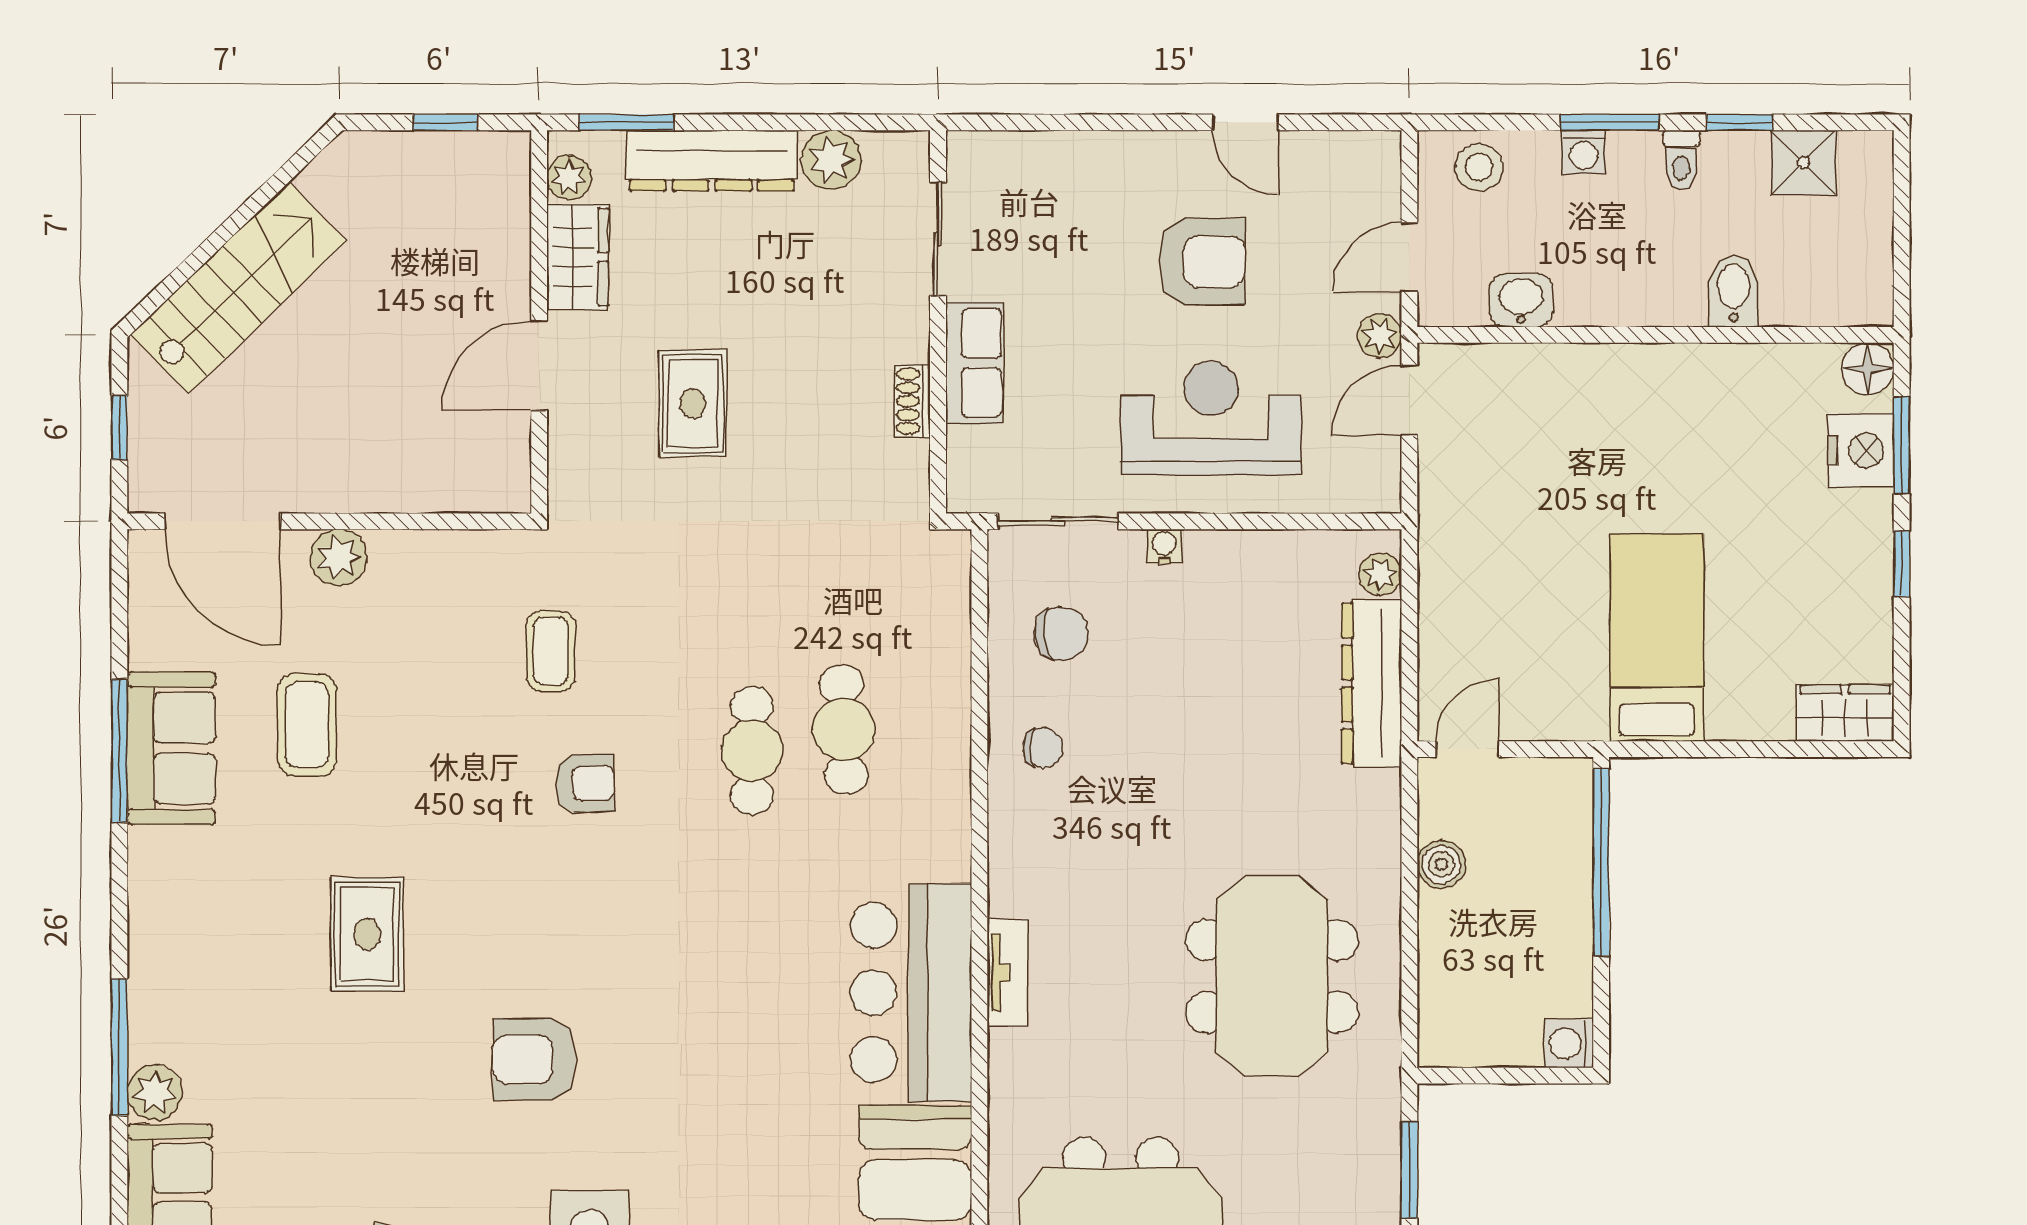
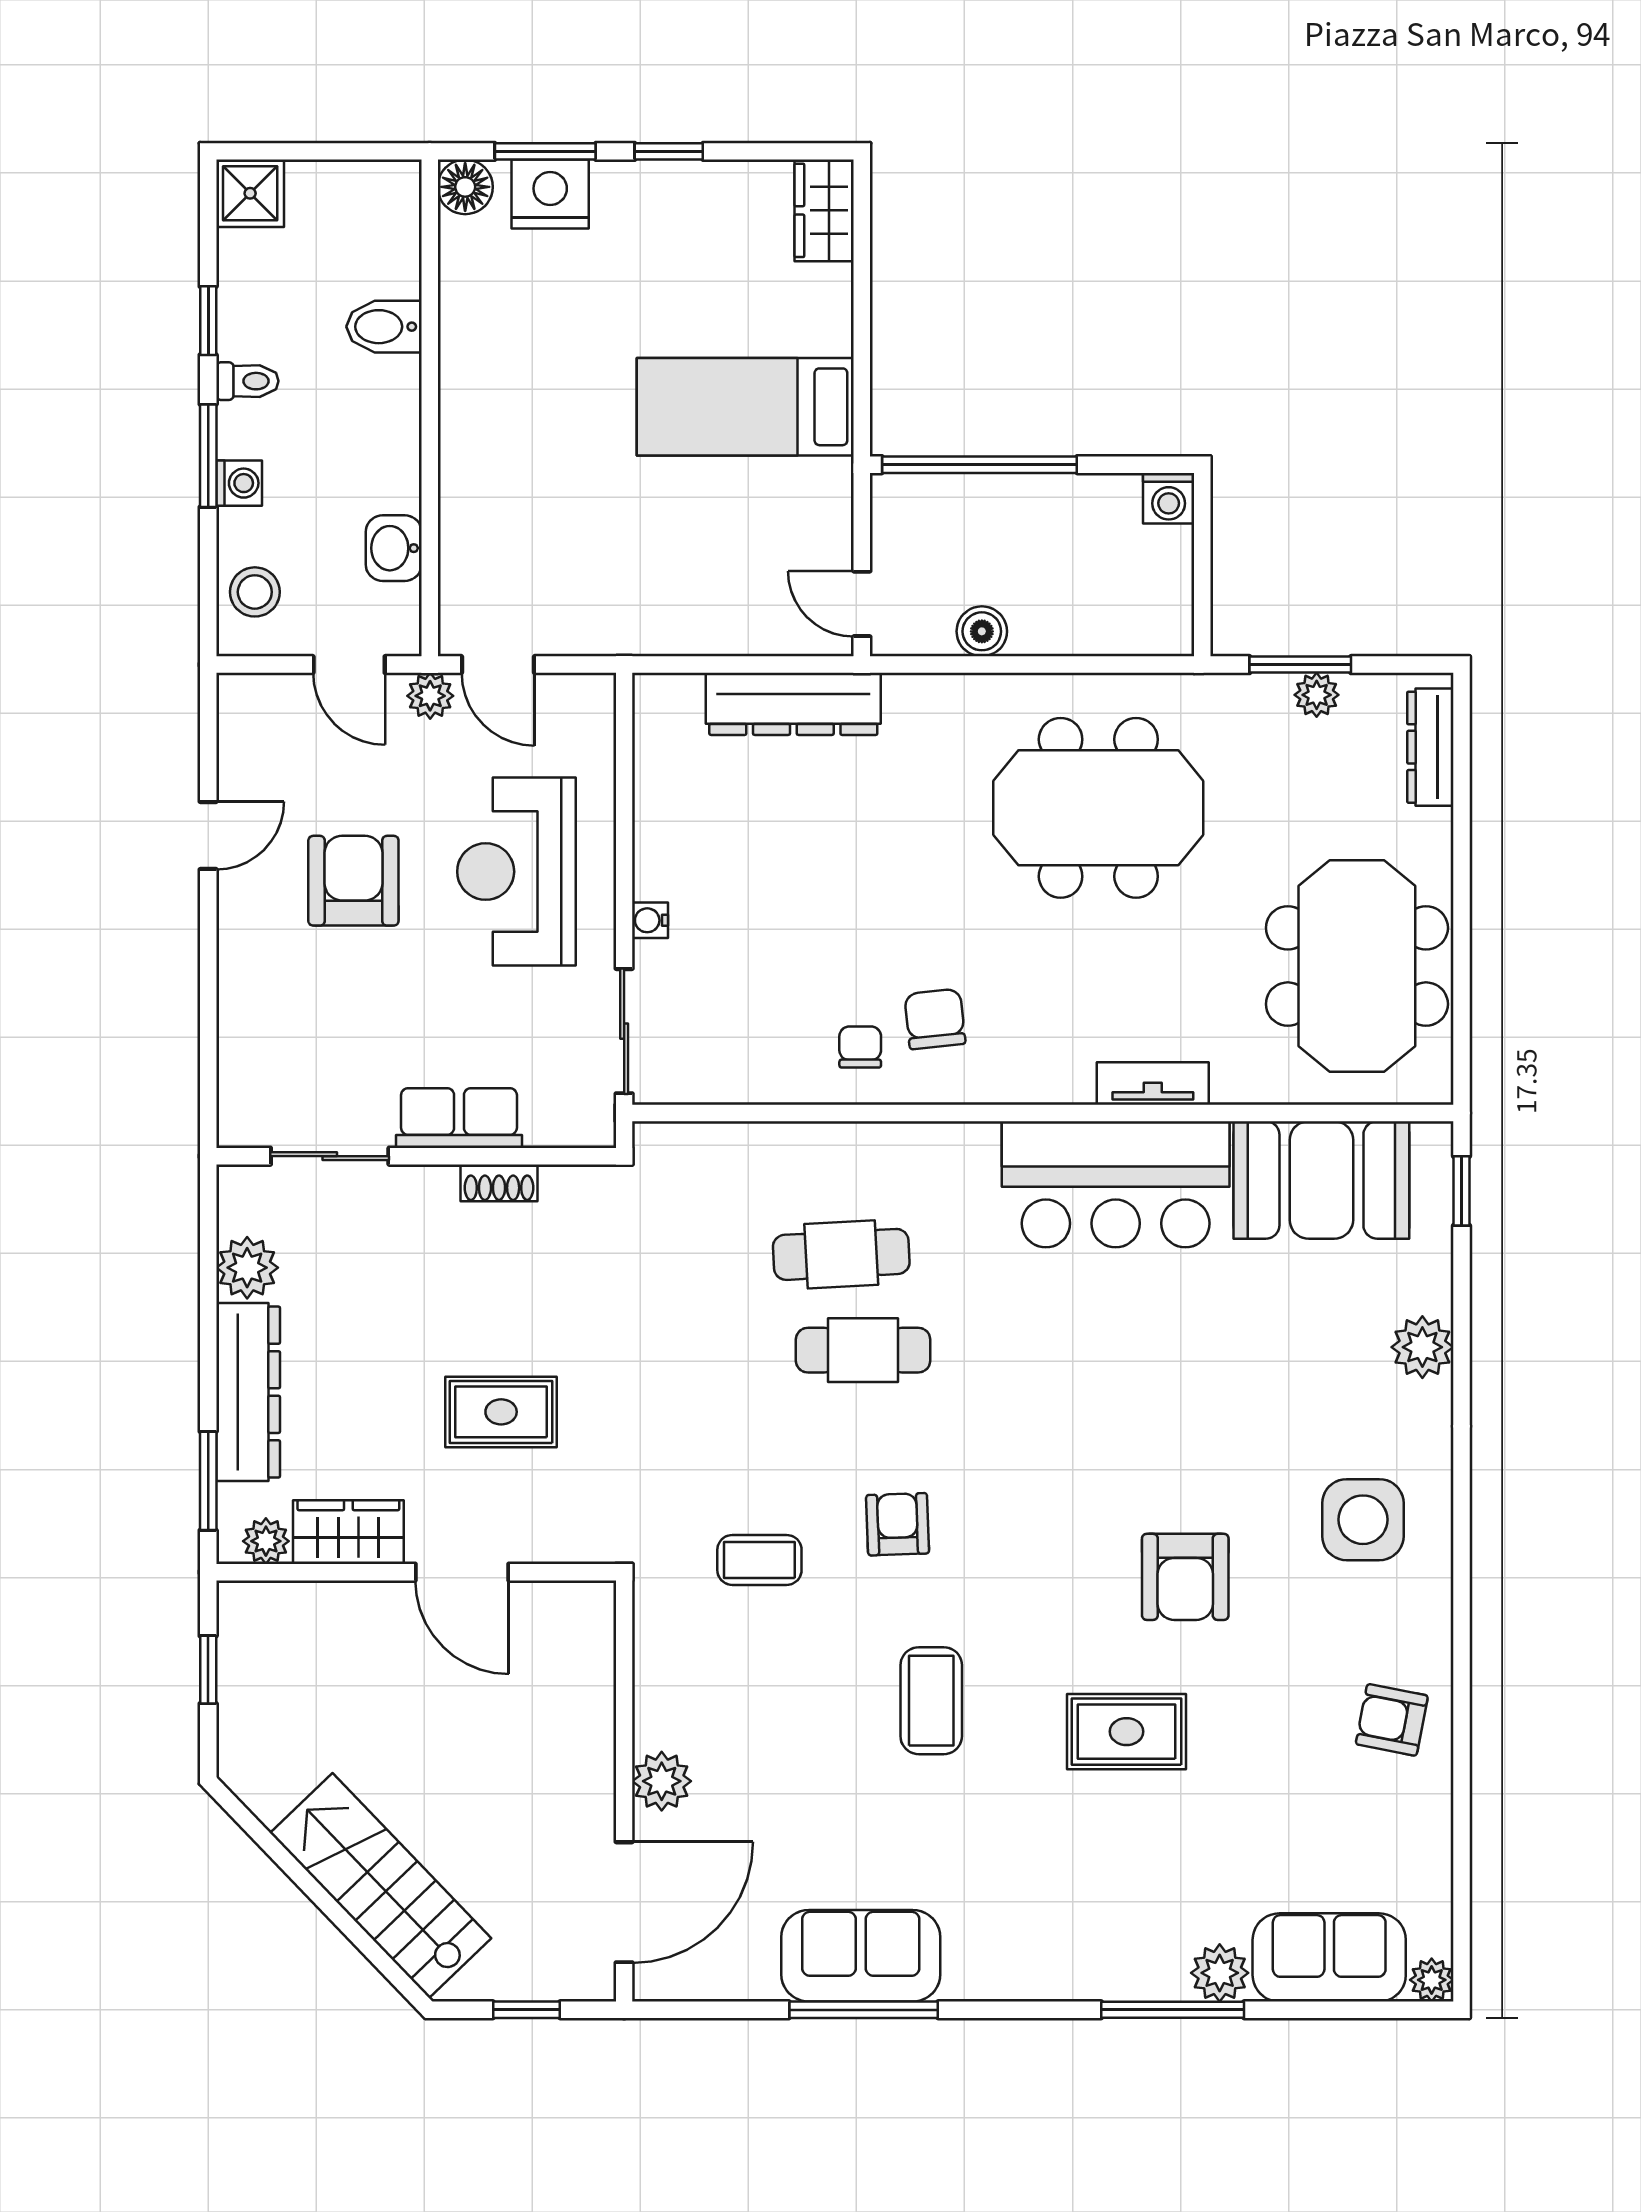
shower: (1804, 163) -> (250, 193), moved
plant: (1380, 574) -> (1317, 695), moved
chair: (1061, 634) -> (935, 1019), moved
coffee table: (307, 725) -> (931, 1701), moved, turned 90
rug: (367, 934) -> (1127, 1732), moved
tv unit: (1008, 973) -> (1153, 1084), moved

